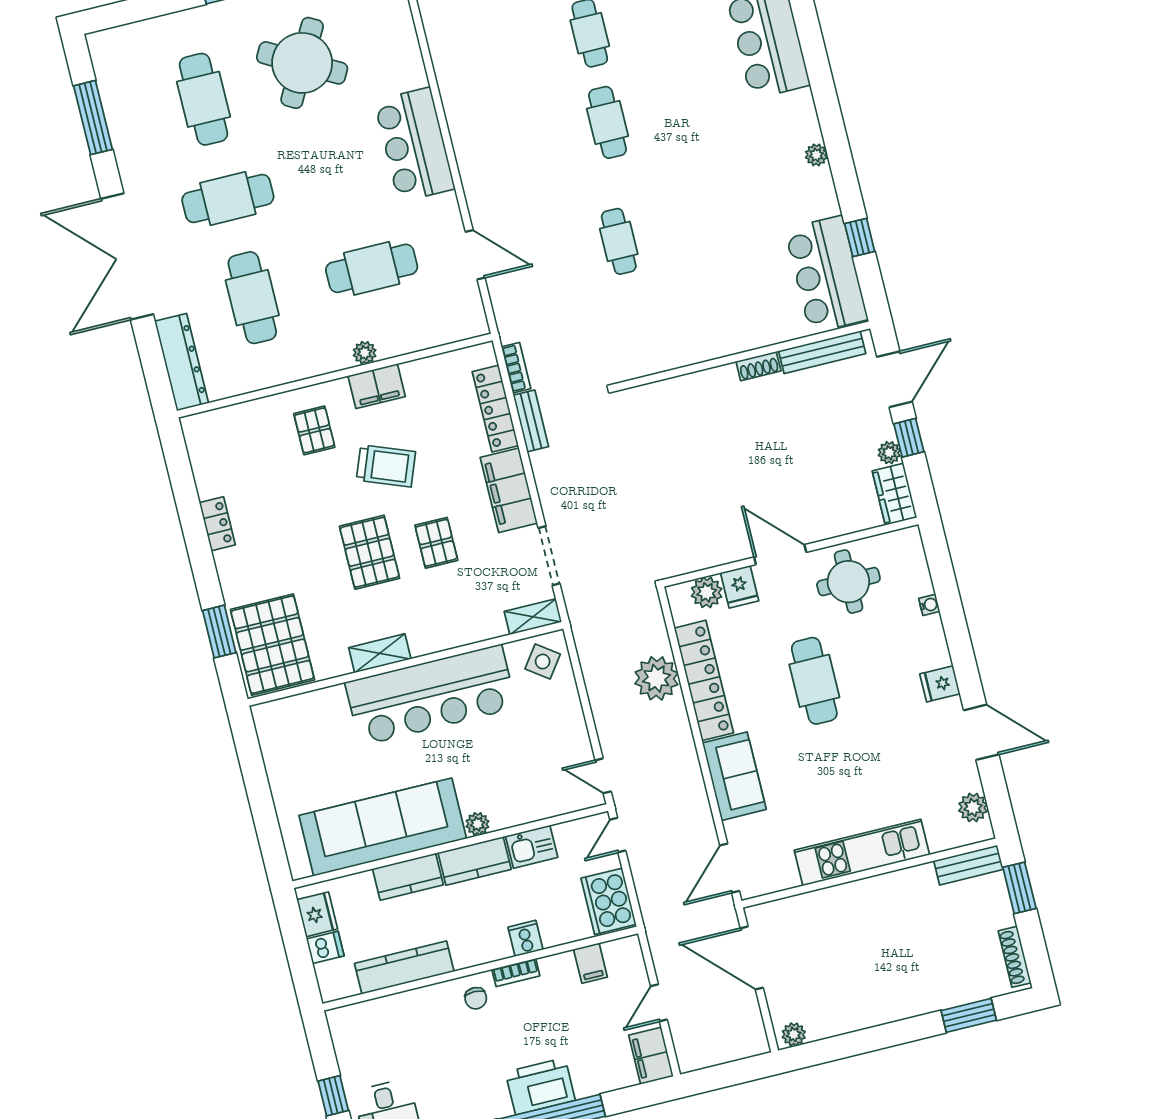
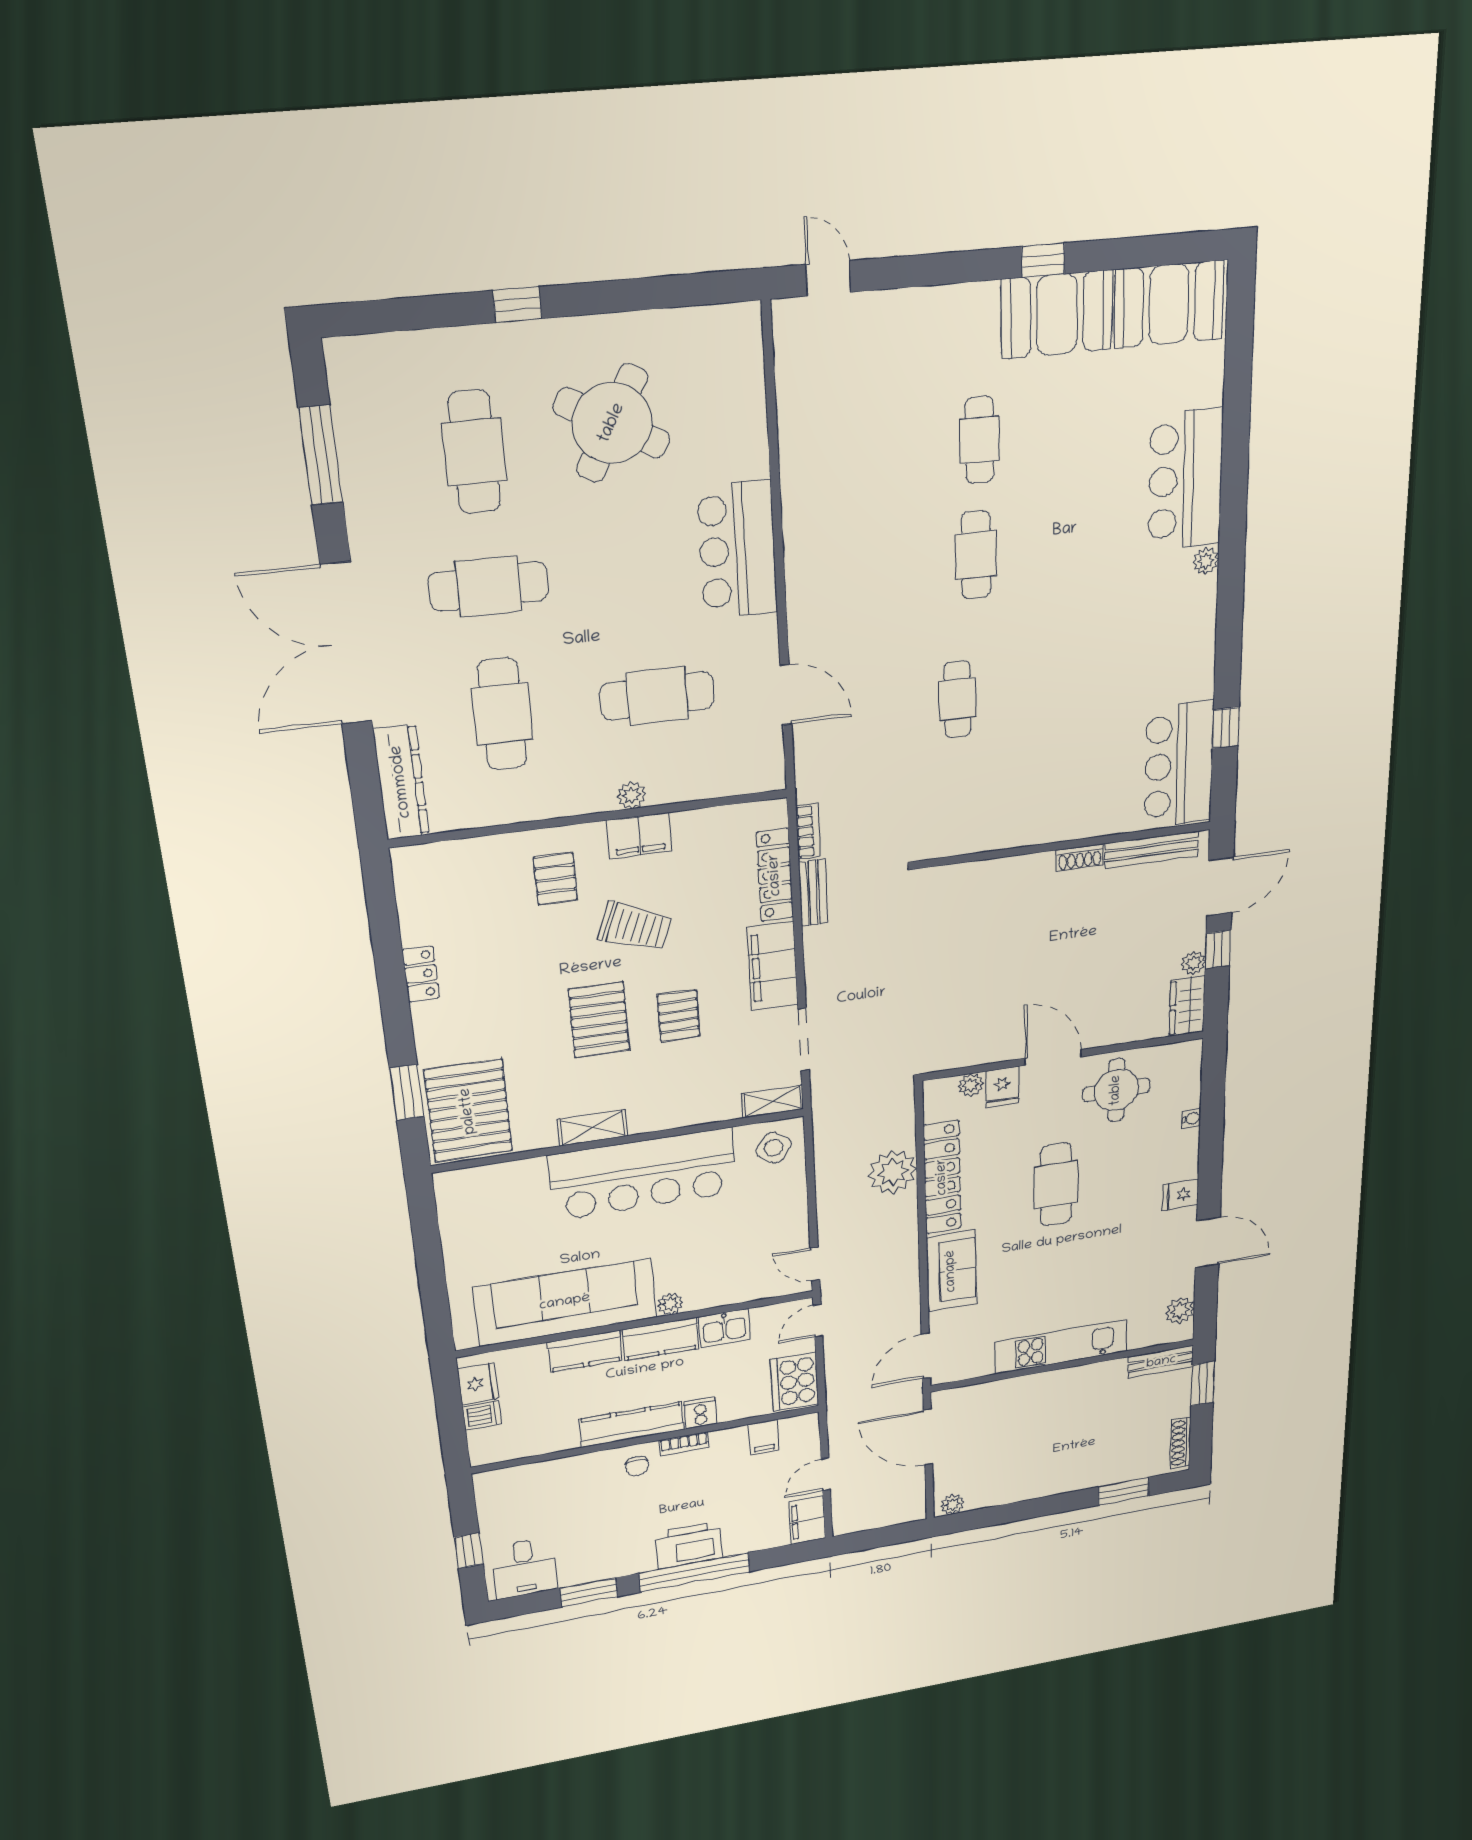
plant: (816, 155) -> (1206, 561), moved
plant: (707, 592) -> (971, 1085), width x0.73, depth x0.73
kitchen counter: (404, 967) -> (632, 1424), moved

